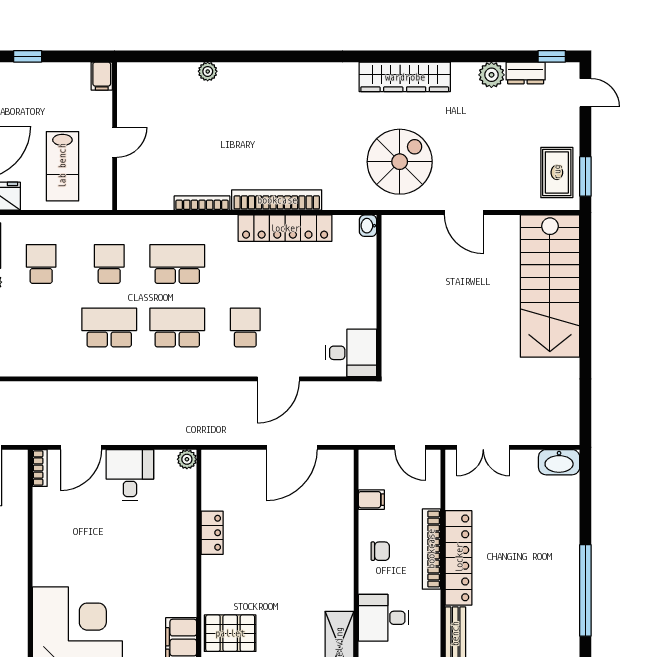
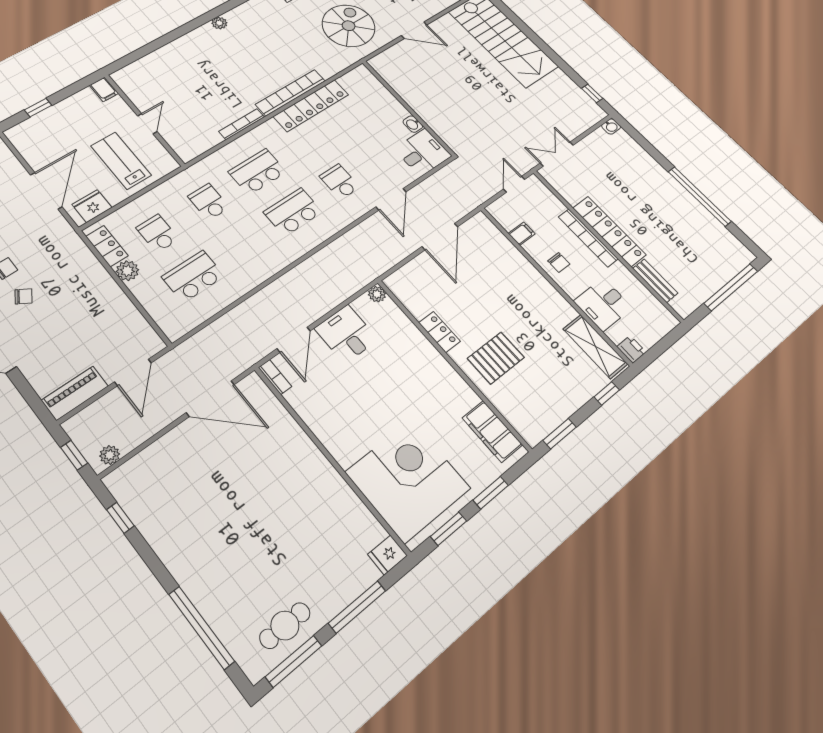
plant: (208, 71) -> (219, 23), moved
lab bench: (62, 166) -> (121, 161), turned 180
washbasin: (368, 226) -> (413, 124), moved
school desk: (109, 327) -> (193, 276), moved
window: (585, 410) -> (592, 93), added
door: (410, 447) -> (514, 184), swing flipped
double door: (483, 447) -> (557, 154), swing flipped
washbasin: (559, 462) -> (611, 126), width x0.52, depth x0.69
chair: (380, 551) -> (559, 262), turned 90
pallet: (230, 633) -> (496, 358), moved

